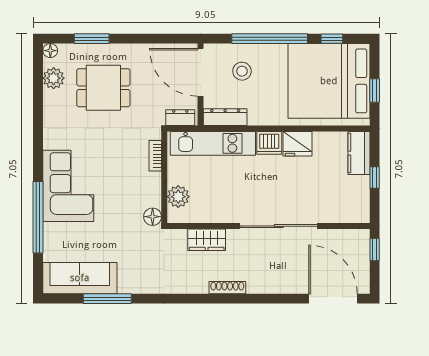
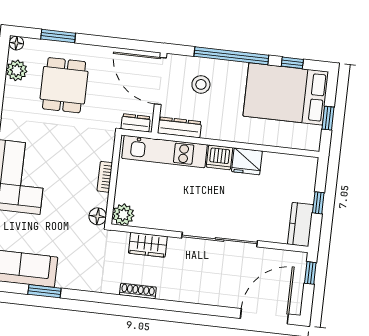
bed: (329, 81) -> (286, 94), width x0.73
dining table: (103, 88) -> (64, 85), turned 90
kitchen counter: (359, 153) -> (300, 224), moved
bookcase: (155, 156) -> (105, 177), moved
plant: (178, 197) -> (123, 215), moved
shoe rack: (227, 288) -> (138, 291), moved
window: (107, 299) -> (44, 291), width x0.69
door: (333, 299) -> (264, 316), hinge flipped

